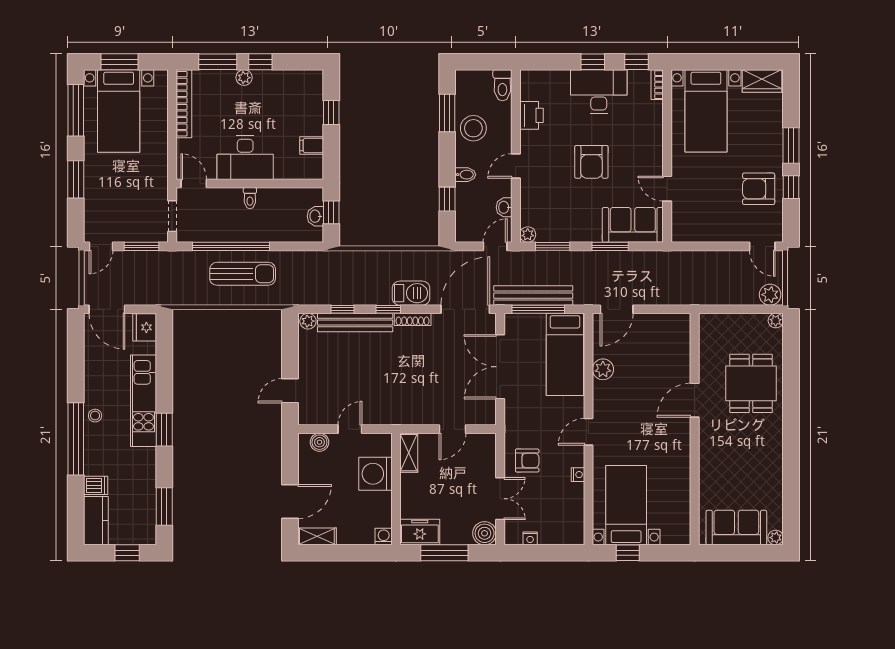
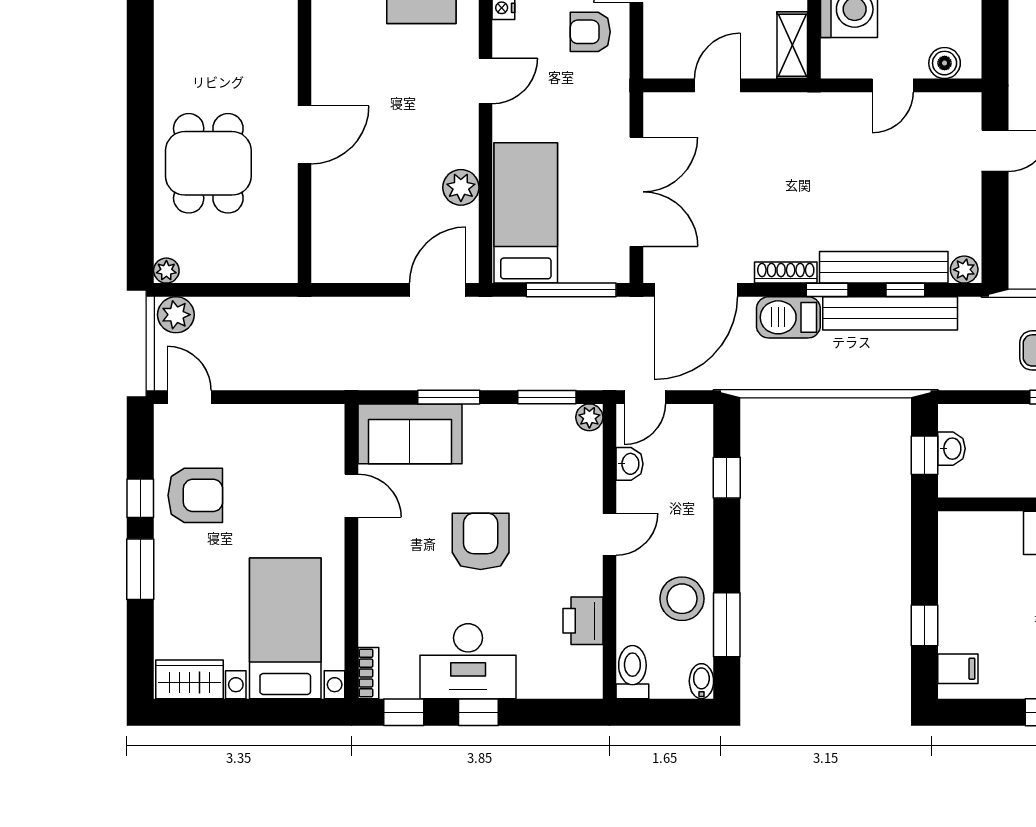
filing cabinet: (312, 145) -> (958, 669), moved
bidet: (465, 175) -> (701, 681), moved, turned 90
bench: (533, 296) -> (890, 313), moved

